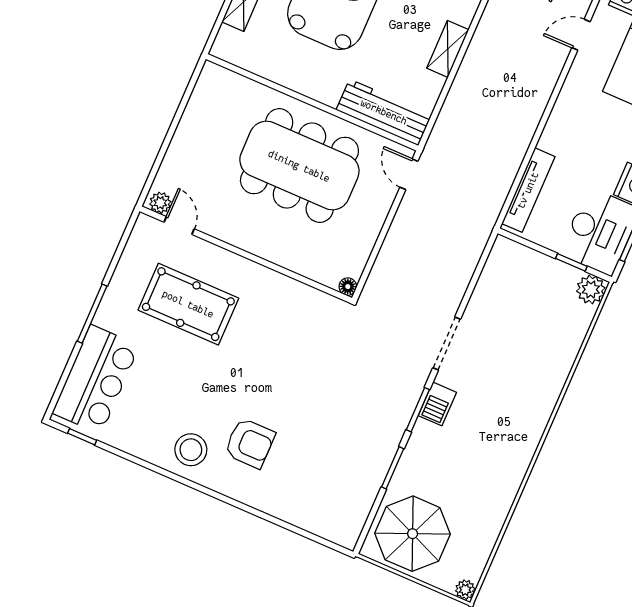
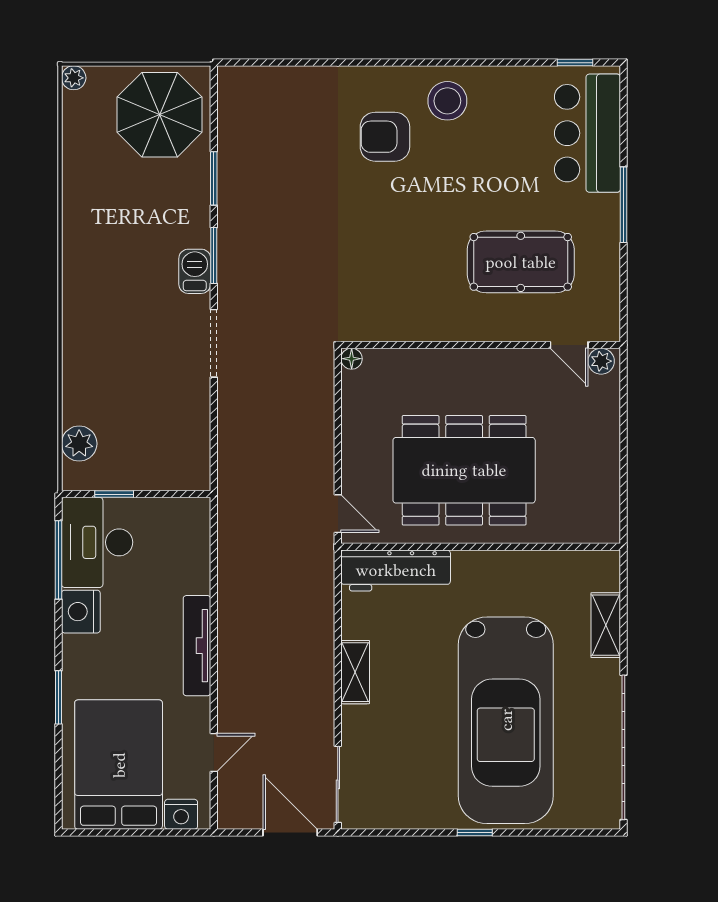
tv unit: (528, 190) -> (197, 646), moved
plant: (591, 289) -> (79, 444), moved

